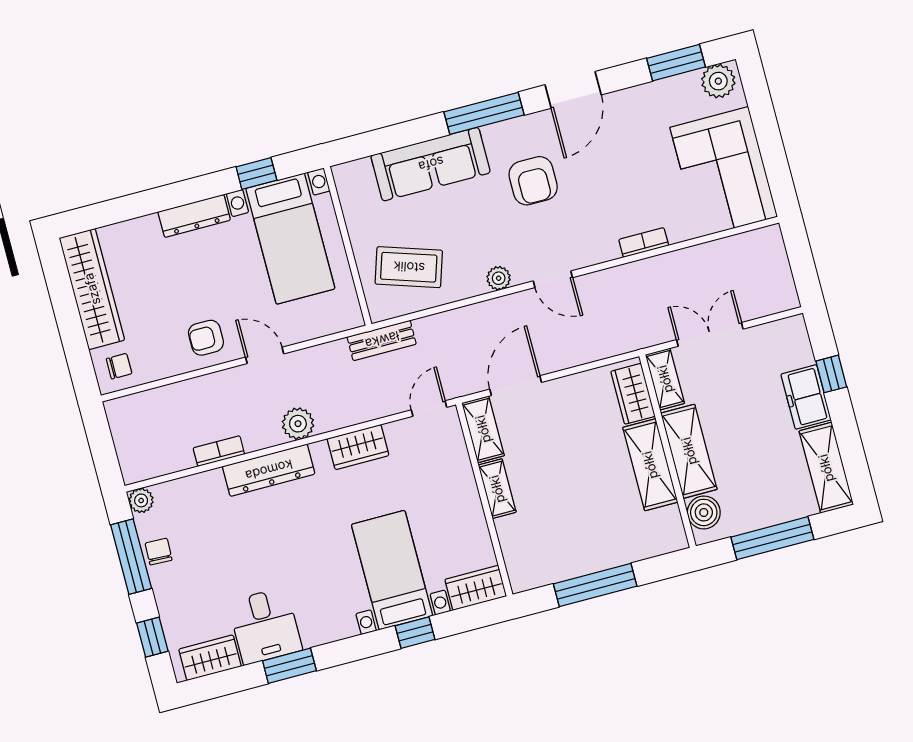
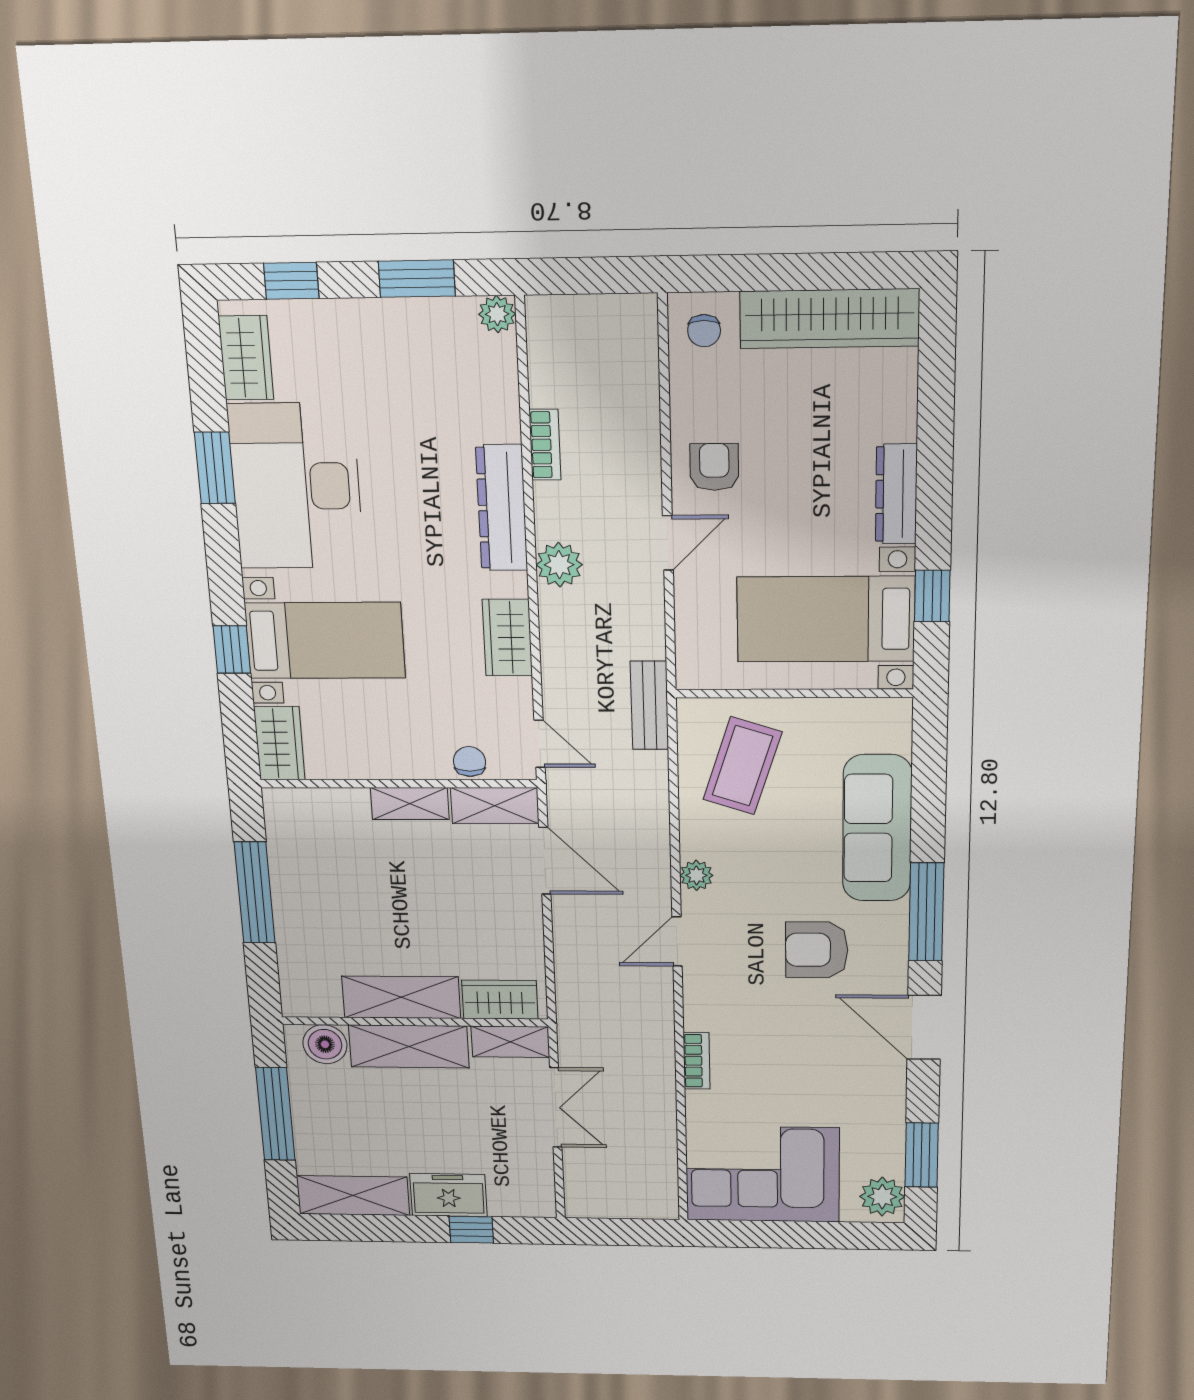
chair: (159, 552) -> (470, 761), moved, turned -92
window: (131, 557) -> (417, 279), width x0.69
desk: (265, 626) -> (296, 486), width x1.87, depth x1.30

